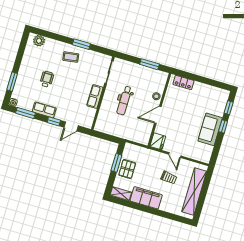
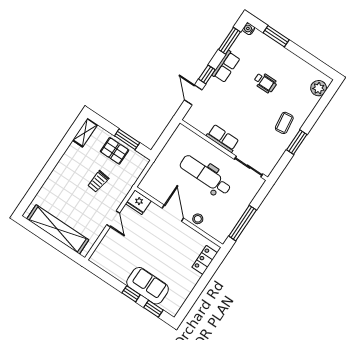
window: (150, 64) -> (243, 223), width x1.44
dental chair: (124, 100) -> (205, 175), width x1.36, depth x1.38
sofa: (210, 129) -> (148, 286), moved
door: (175, 155) -> (113, 219), swing flipped
trolley: (169, 178) -> (98, 181), moved
filing cabinet: (146, 198) -> (69, 164), removed

